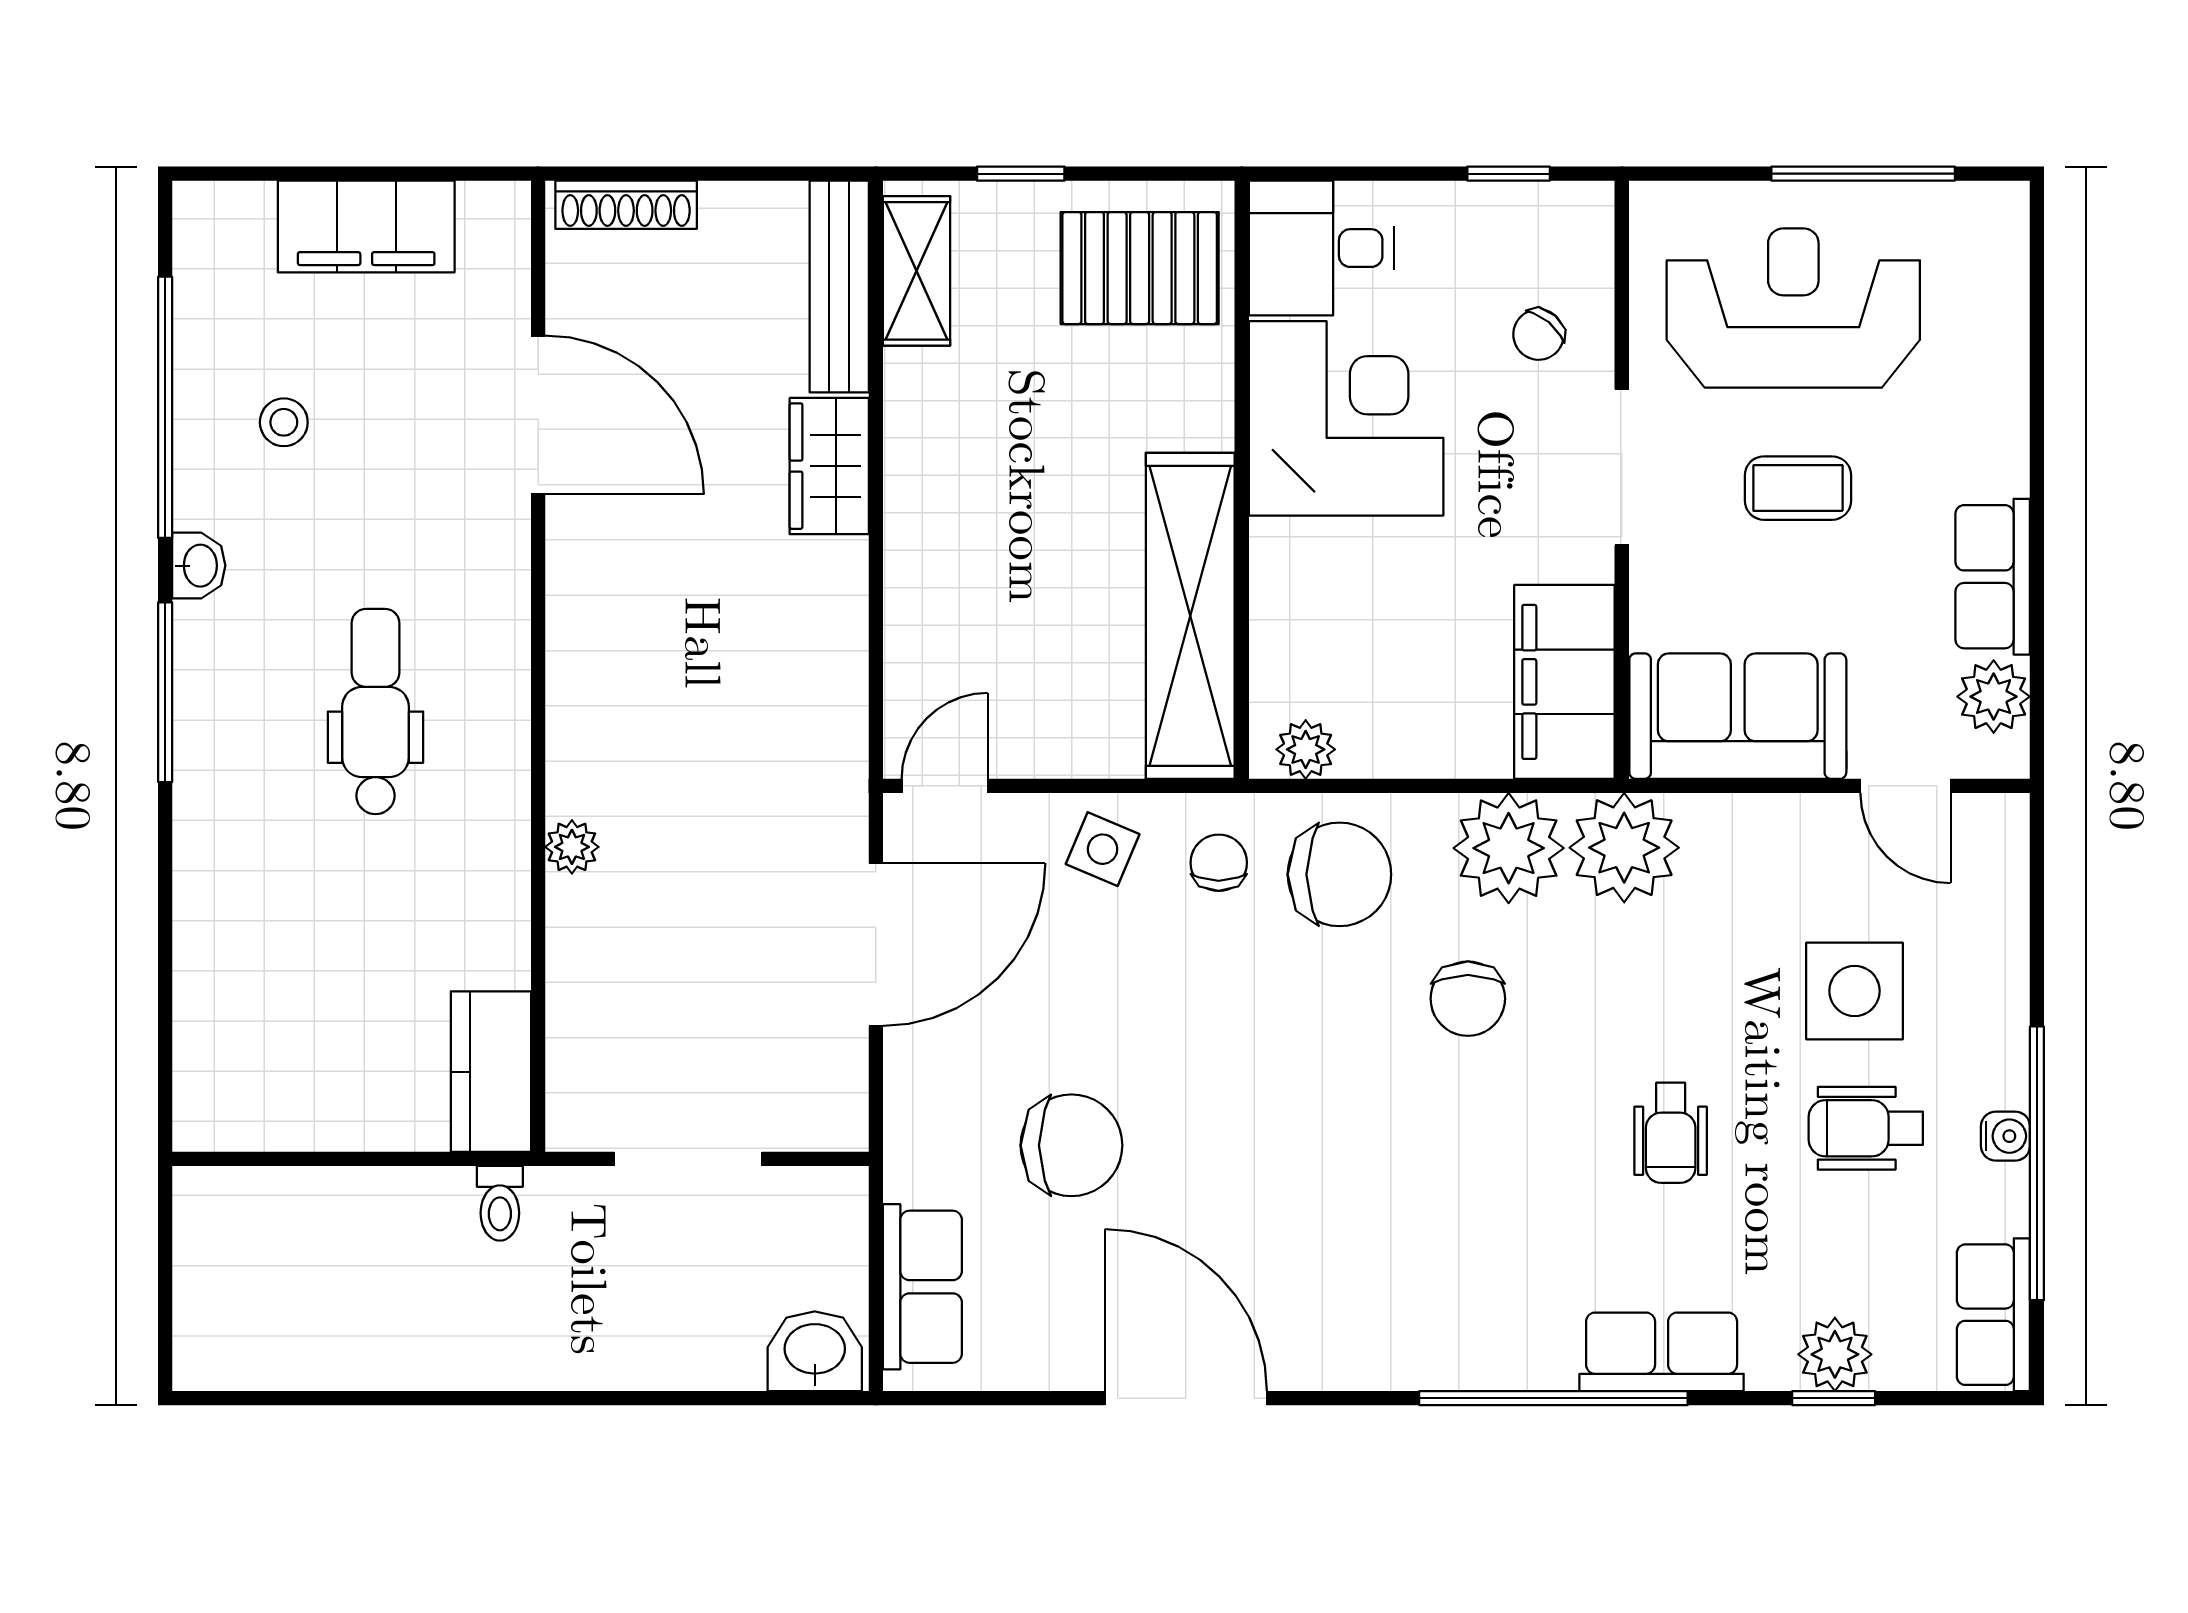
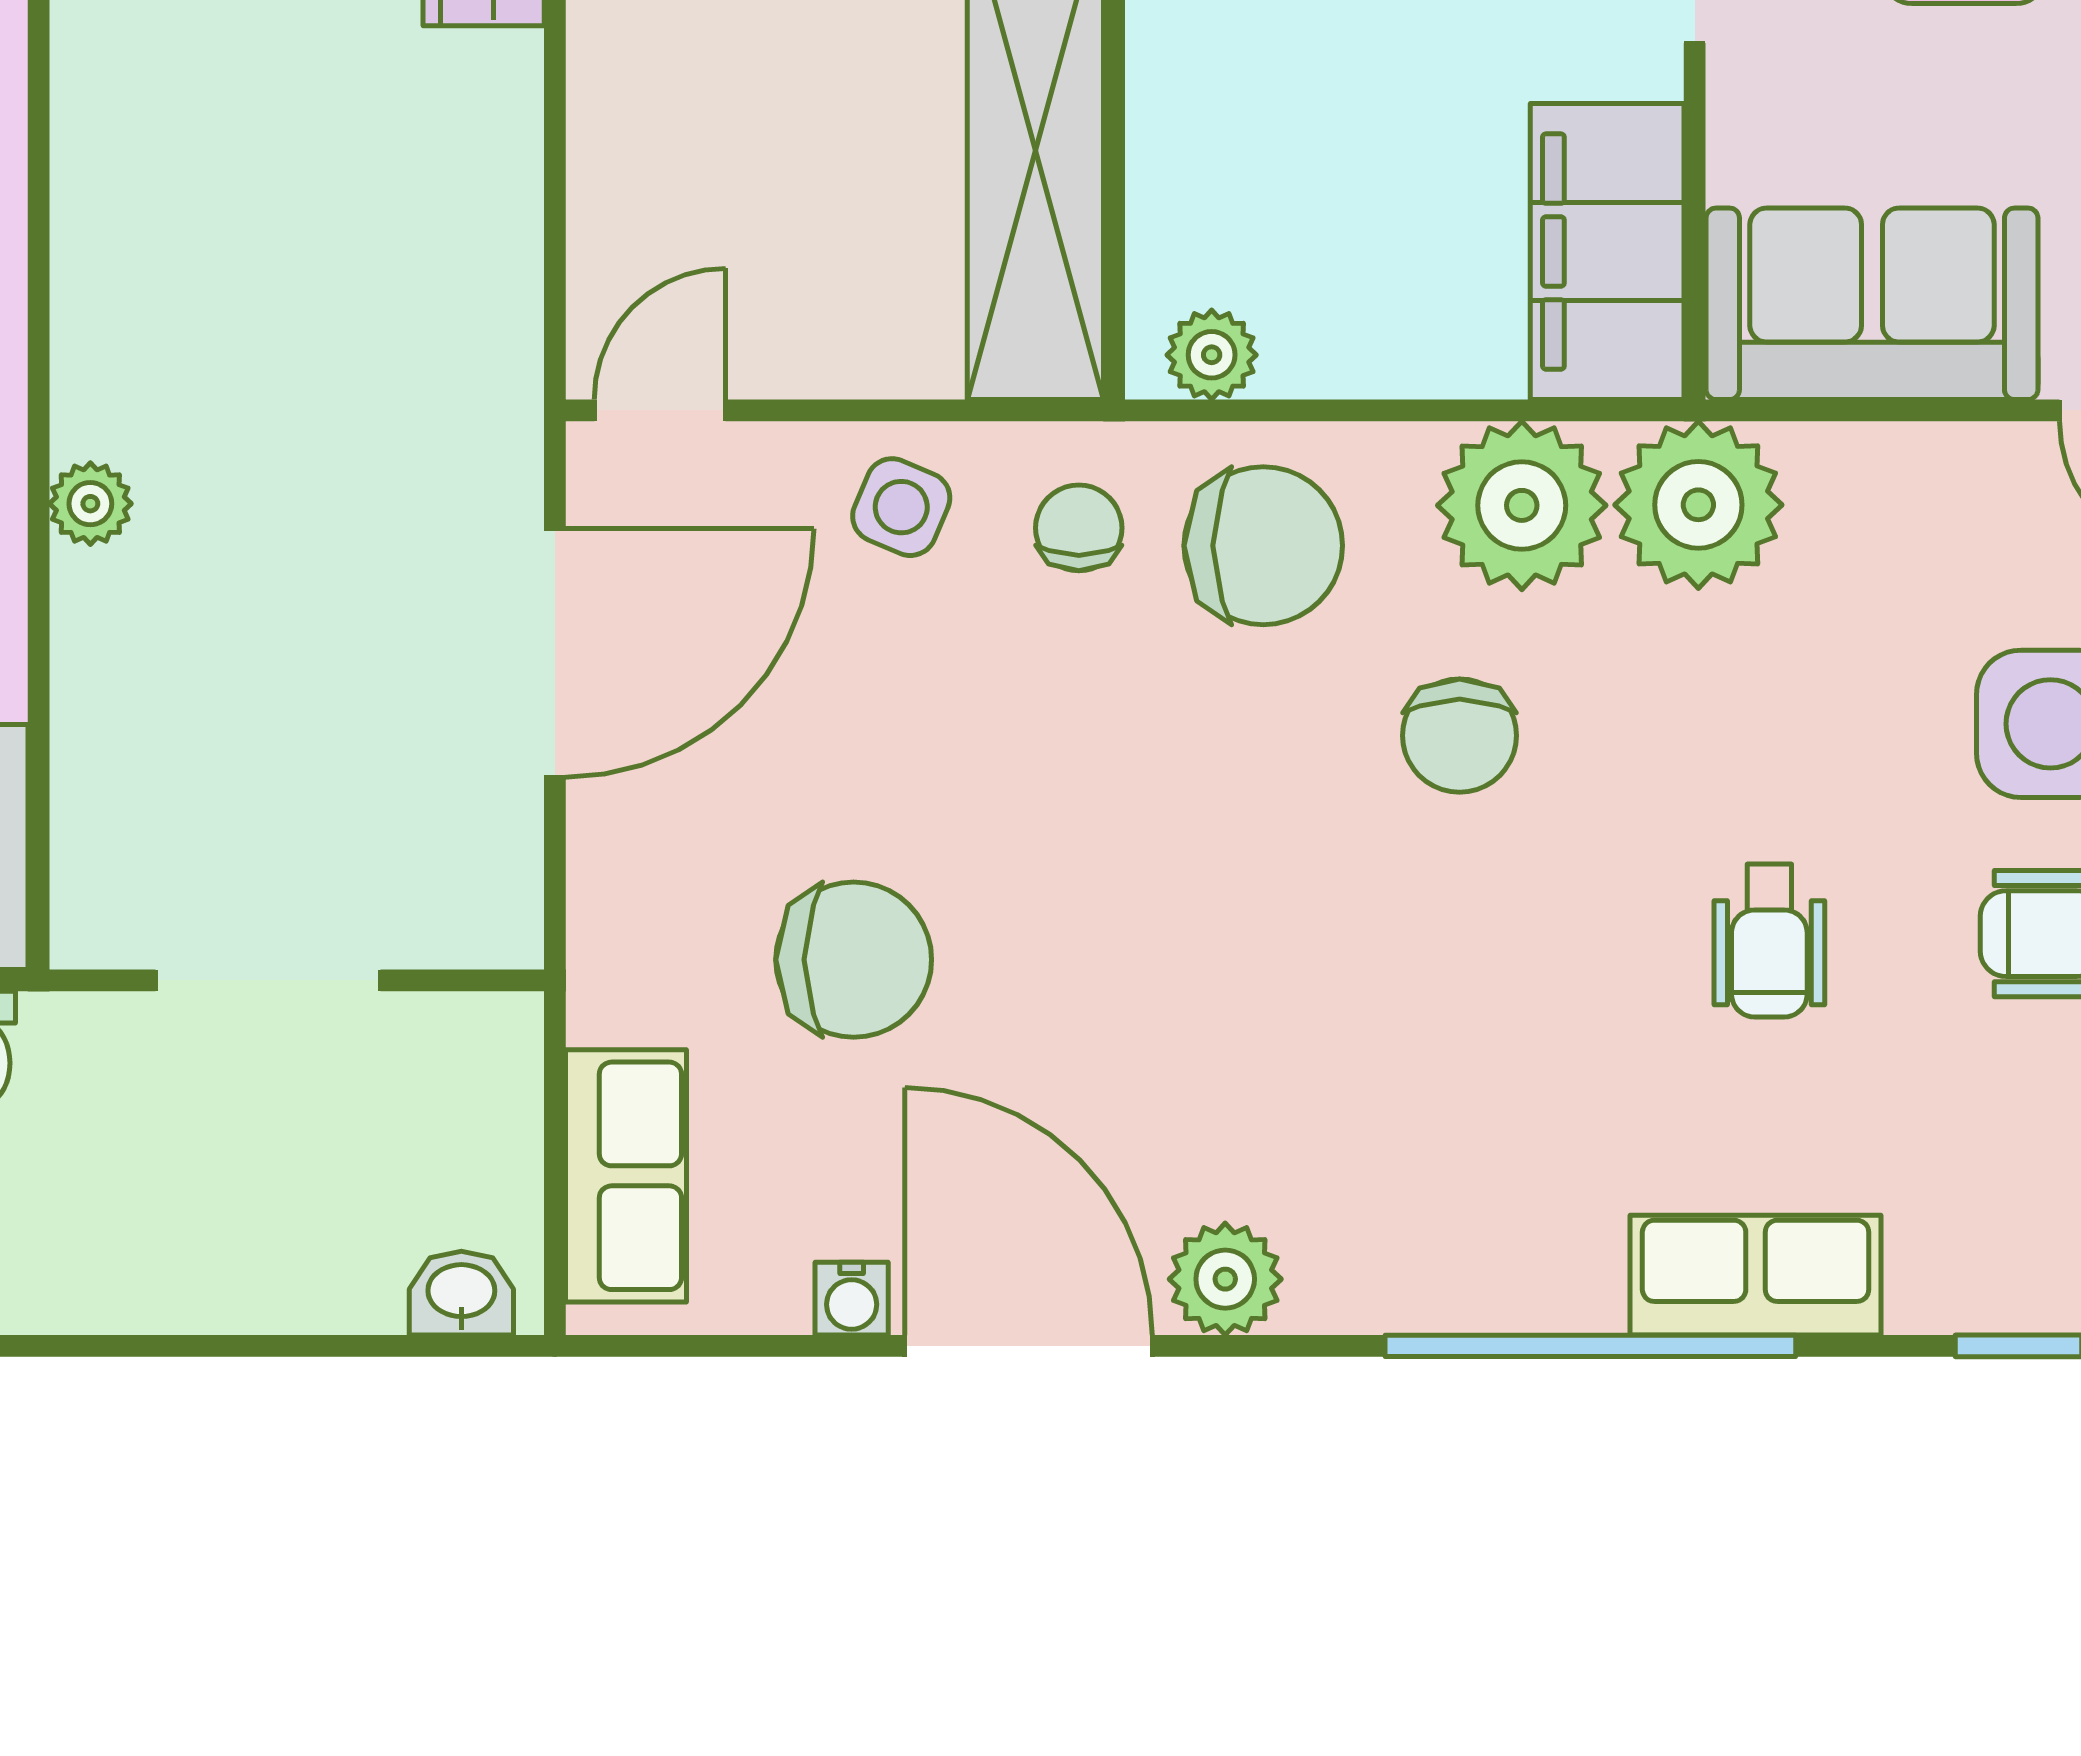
washbasin: (815, 1351) -> (461, 1293), width x0.72, depth x0.69
plant: (1835, 1354) -> (1225, 1279), moved
water cooler: (1070, 1367) -> (852, 1299), added

